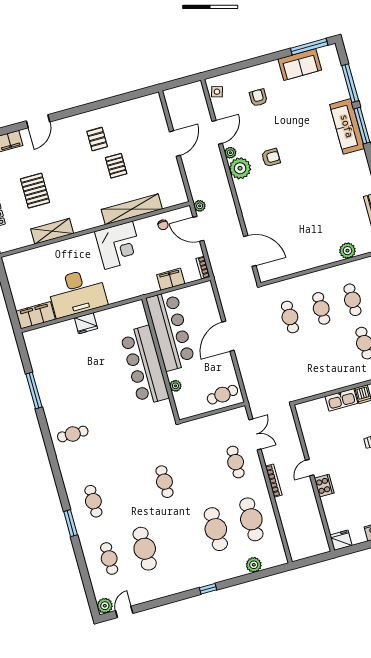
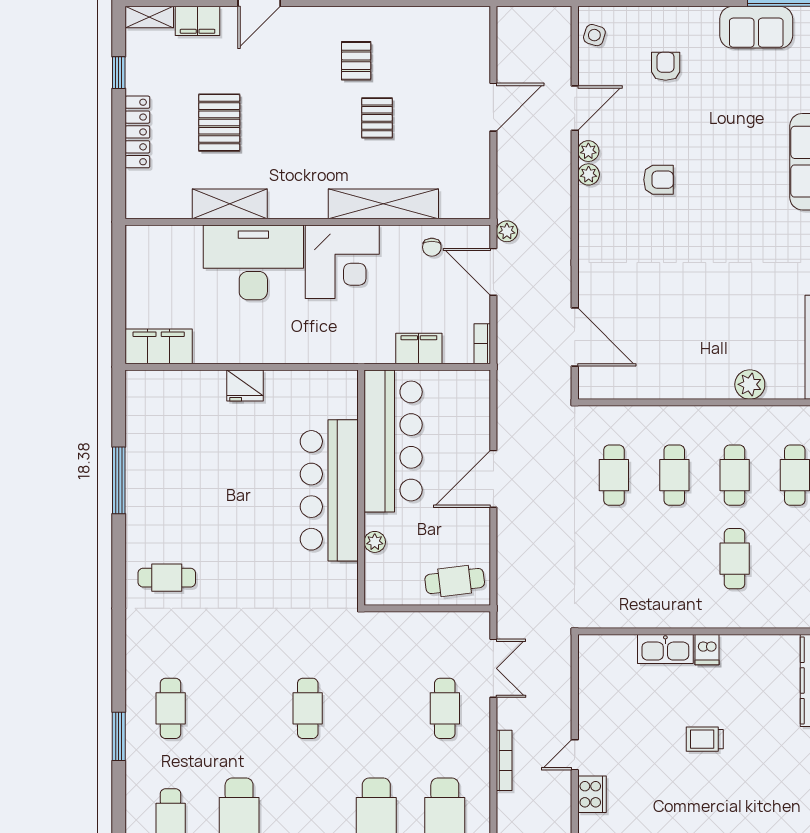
plant: (240, 168) -> (589, 174), width x0.53, depth x0.53
desk: (77, 293) -> (253, 262), moved, turned 180

